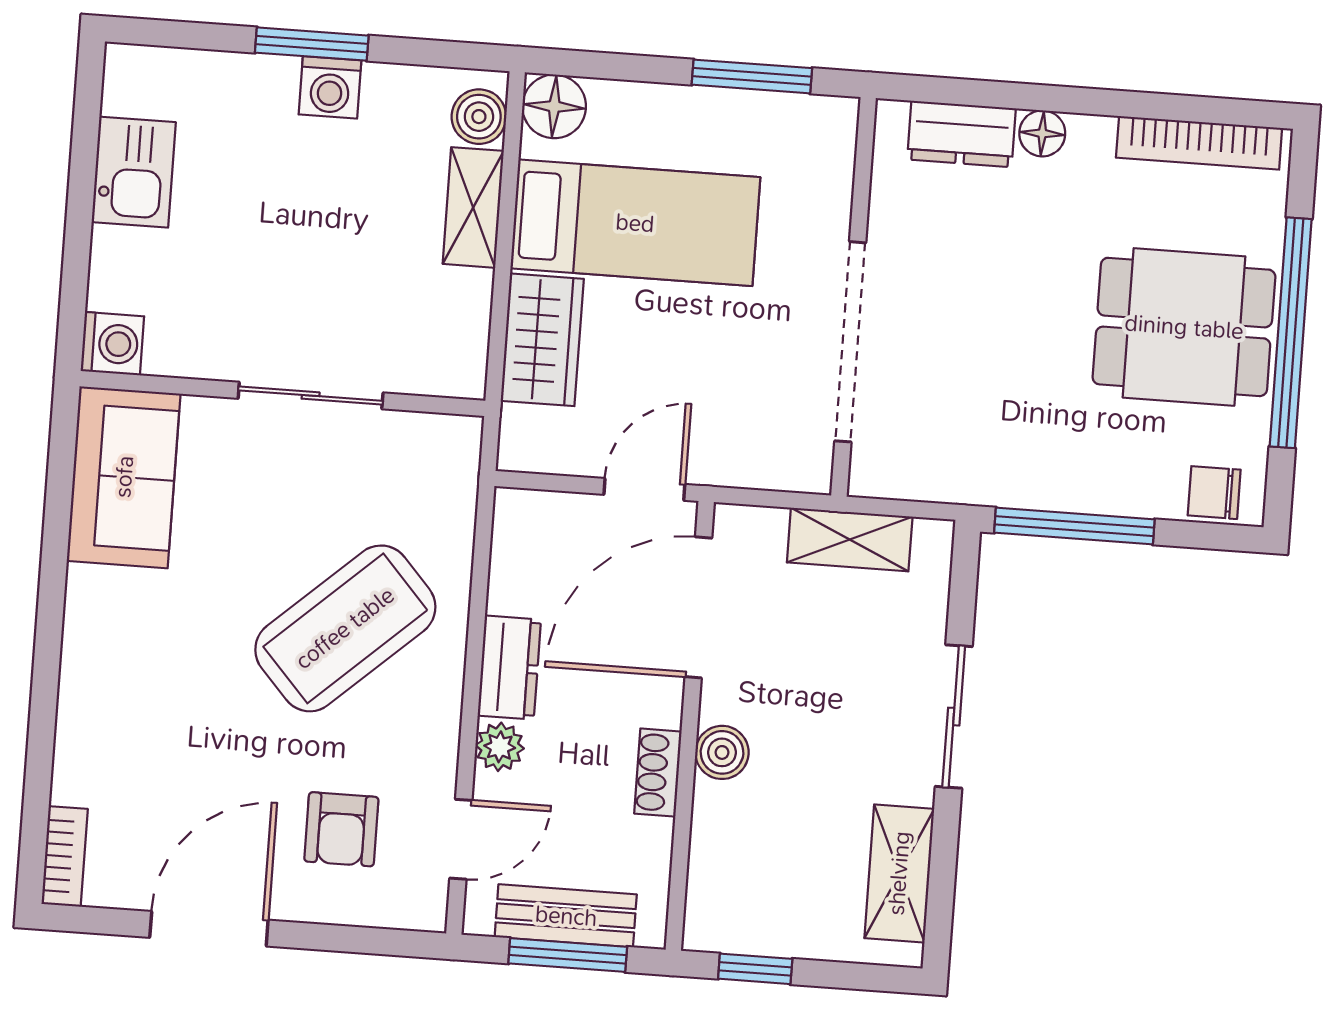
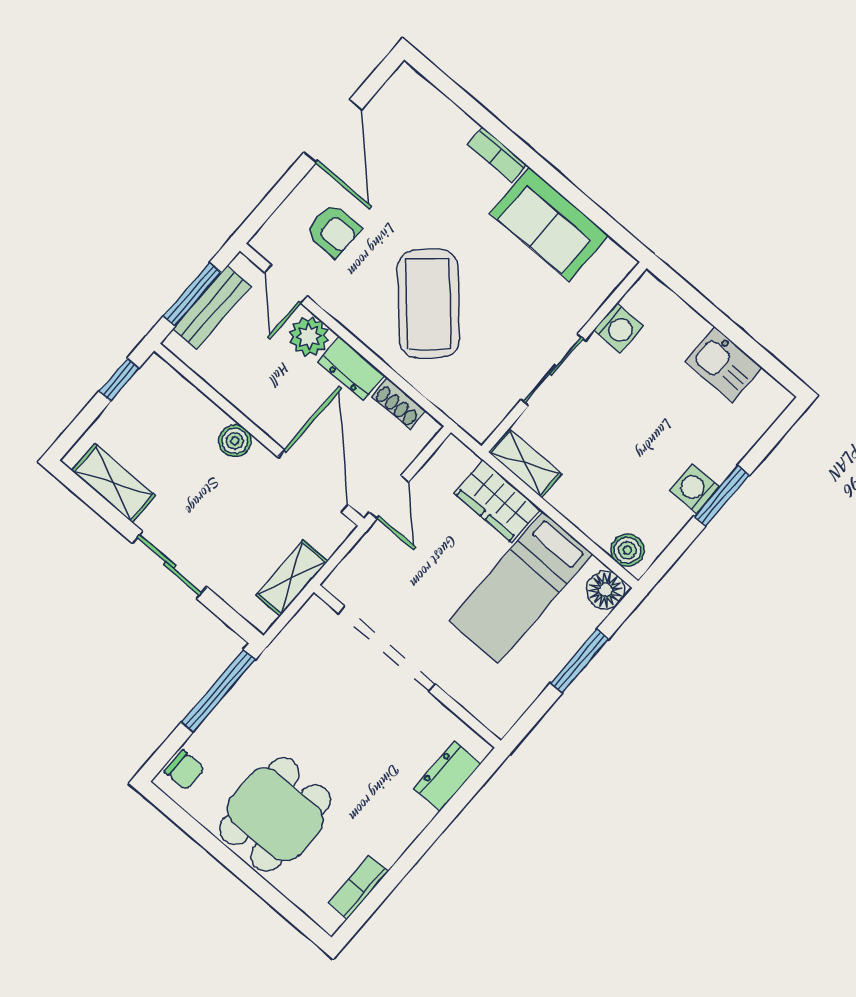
window: (752, 76) -> (579, 661), moved
floor lamp: (1042, 133) -> (419, 815), removed
bookcase: (1199, 143) -> (358, 887), width x0.64
shelving: (473, 207) -> (525, 463), moved
window: (1291, 333) -> (234, 864), removed
washing machine: (112, 344) -> (618, 328), moved, turned -90
sofa: (124, 477) -> (549, 224), moved
chair: (1214, 493) -> (185, 770), turned 90
plant: (500, 747) -> (309, 336), width x1.38, depth x1.38
shoe rack: (658, 773) -> (399, 403), moved, turned 180
armchair: (341, 829) -> (333, 230), turned 180
bookcase: (65, 856) -> (497, 155), moved

